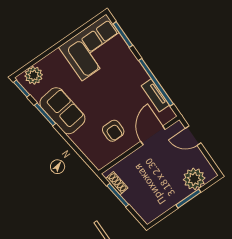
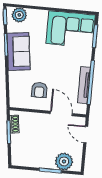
tv unit: (155, 95) -> (84, 85), width x1.41
door: (153, 135) -> (61, 114), hinge flipped

